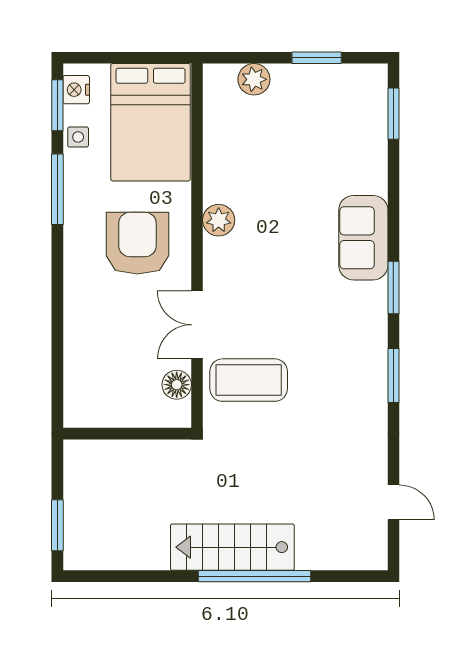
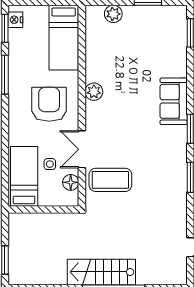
bed: (151, 122) -> (64, 38), width x0.67
side table: (78, 137) -> (50, 164), moved
bed: (92, 374) -> (24, 176), added

